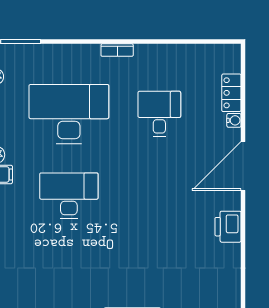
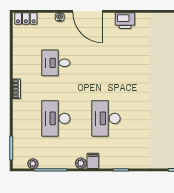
locker: (231, 93) -> (26, 19), moved
desk: (69, 114) -> (56, 118), width x0.73, depth x0.77

